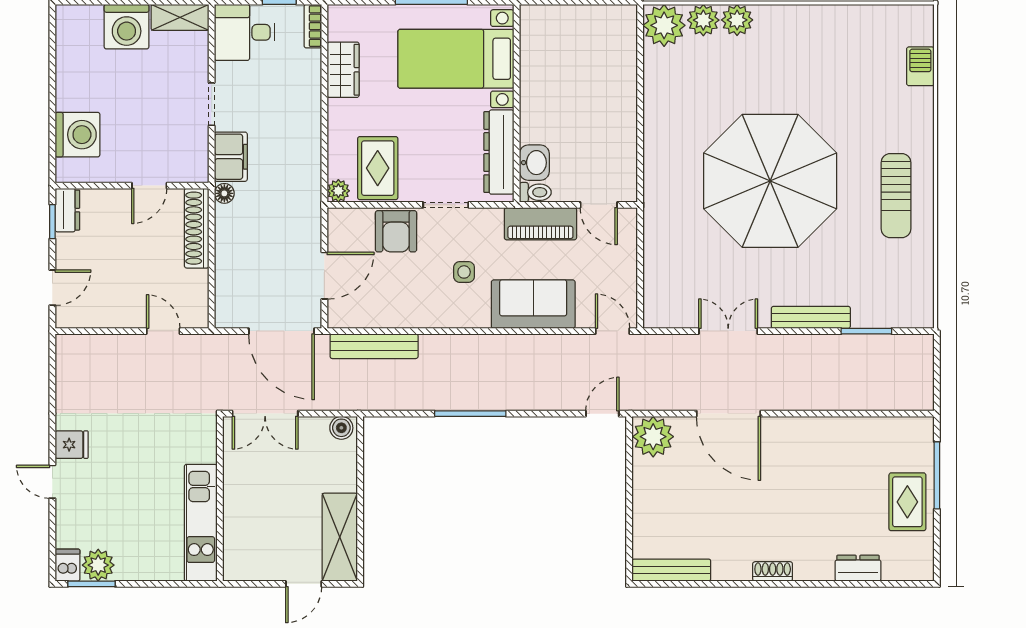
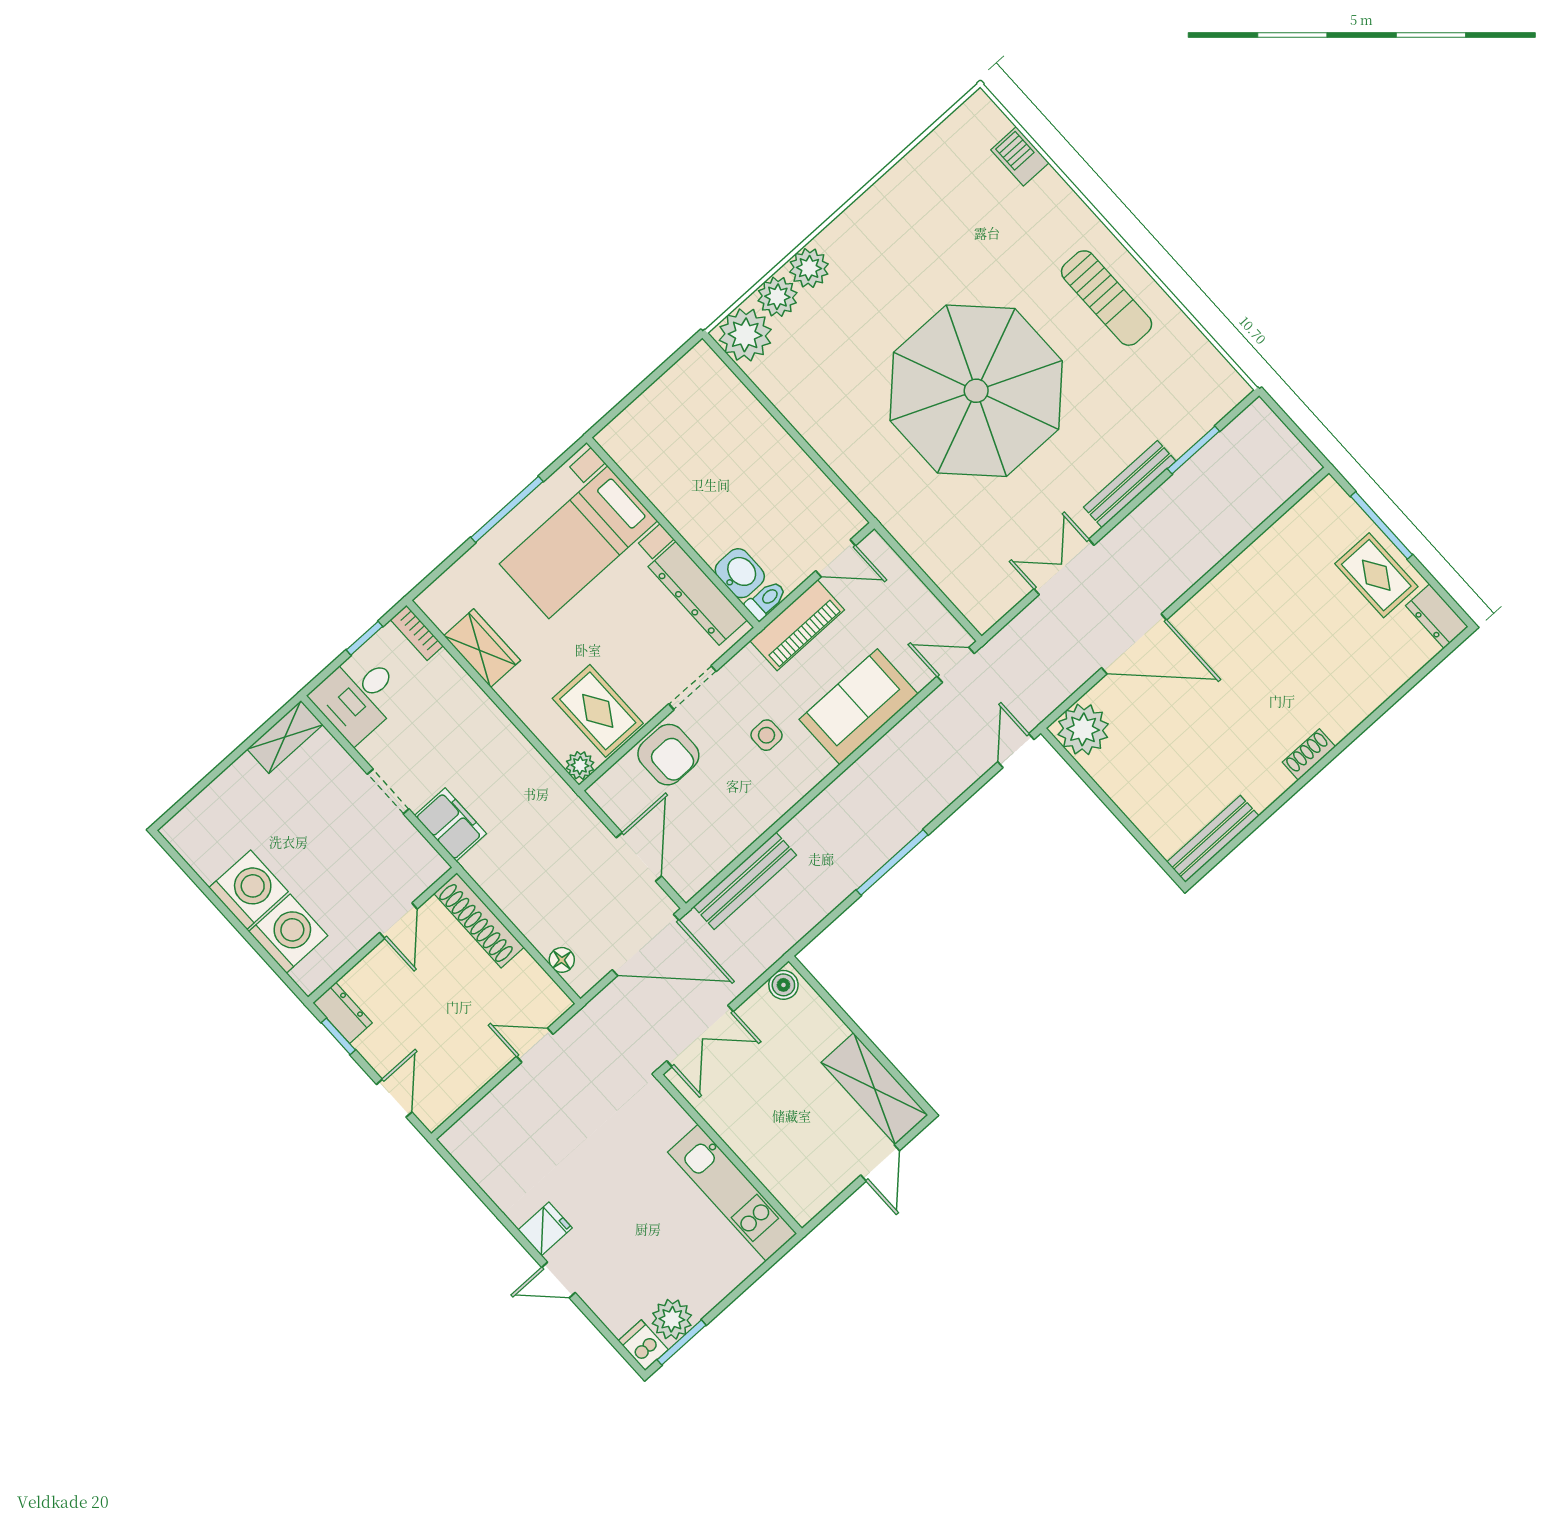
washing machine: (127, 27) -> (249, 890), moved, turned -90
floor lamp: (224, 193) -> (562, 960), moved
dresser: (858, 568) -> (1437, 616), moved, turned -90

